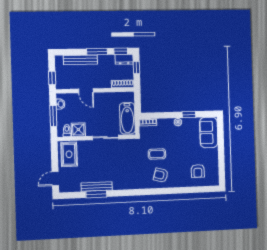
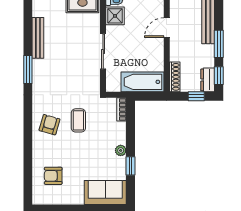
bathtub: (127, 118) -> (142, 82), moved
window: (96, 194) -> (28, 70), moved

